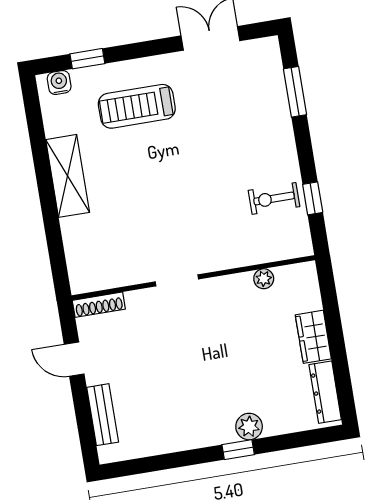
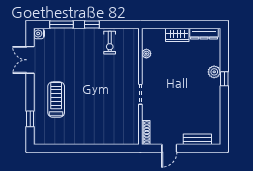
water cooler: (59, 83) -> (39, 34), moved
treadmill: (137, 106) -> (56, 100), turned 180
shelving: (68, 176) -> (83, 137), removed
window: (313, 198) -> (92, 25), moved

